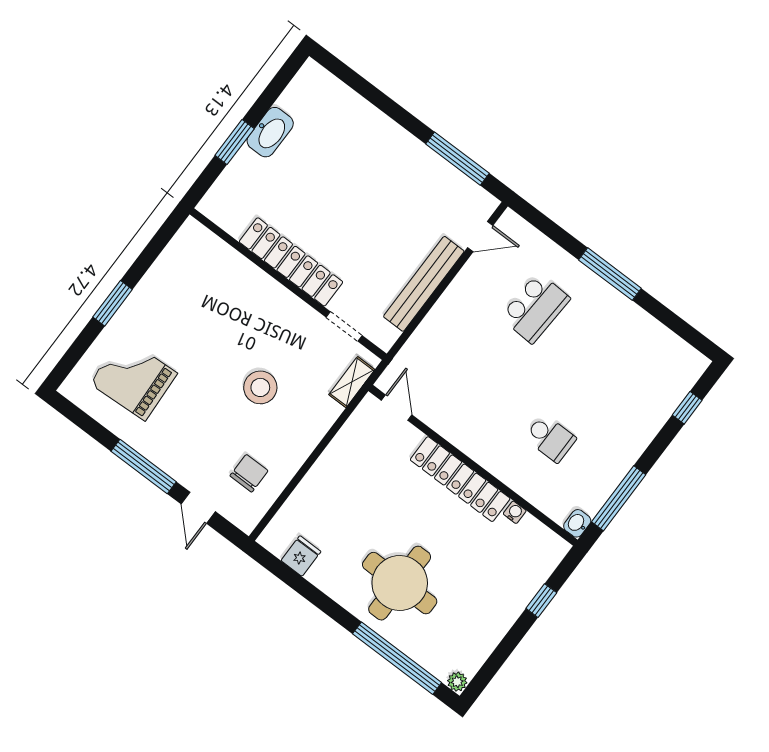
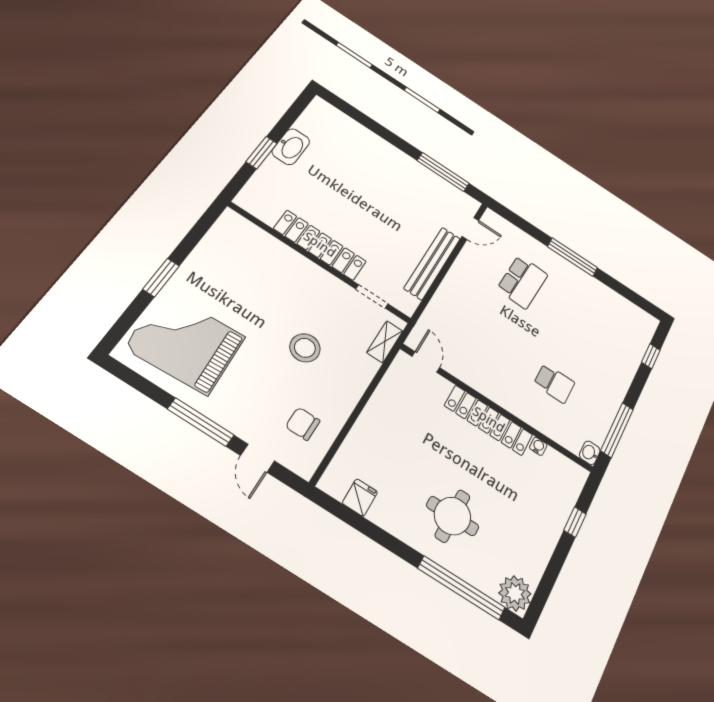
grand piano: (133, 378) -> (185, 342), width x1.37, depth x1.48
chair: (249, 473) -> (303, 424), turned -90
round table: (400, 583) -> (453, 516), width x0.73, depth x0.73
plant: (457, 682) -> (515, 593), width x1.87, depth x1.87

